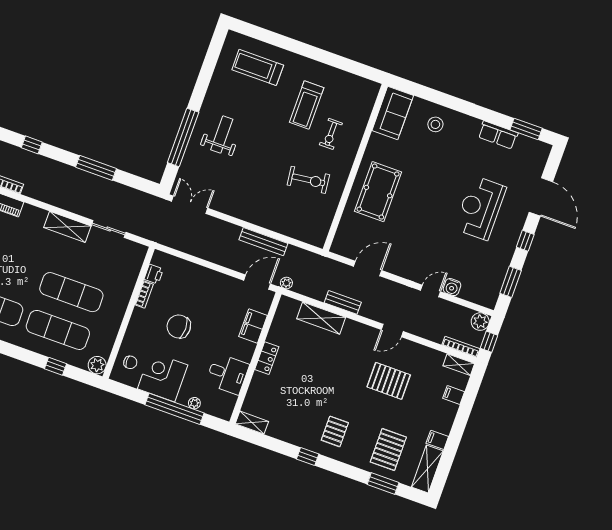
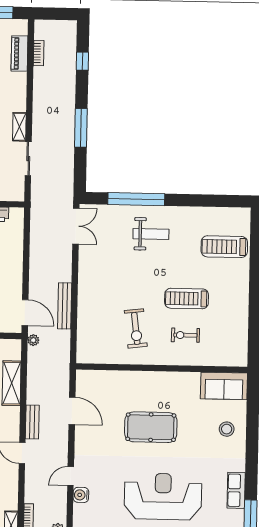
treadmill: (258, 67) -> (224, 247), turned -90
treadmill: (307, 105) -> (187, 299), moved
pool table: (378, 192) -> (151, 427), moved
reception desk: (480, 208) -> (163, 497), width x1.36, depth x1.30
shelving: (67, 227) -> (19, 127), width x0.67, depth x0.75
door: (430, 291) -> (71, 476), swing flipped
bench: (343, 302) -> (32, 422), moved

